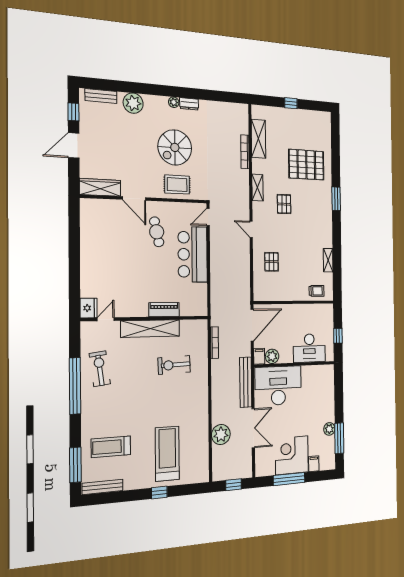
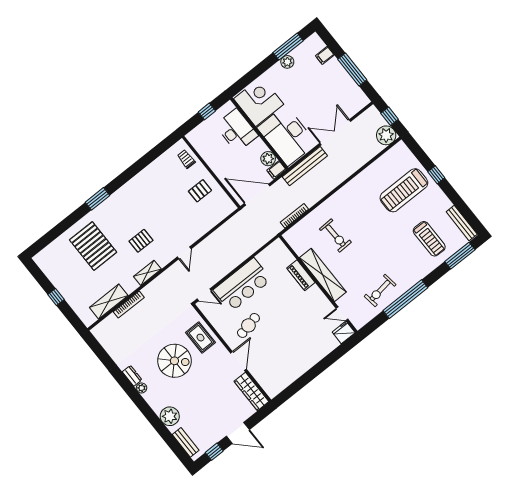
shelving: (328, 260) -> (153, 168), removed
pallet: (272, 262) -> (200, 191), moved
plant: (221, 434) -> (386, 135), moved
corner desk: (292, 455) -> (259, 102), moved, turned 180

